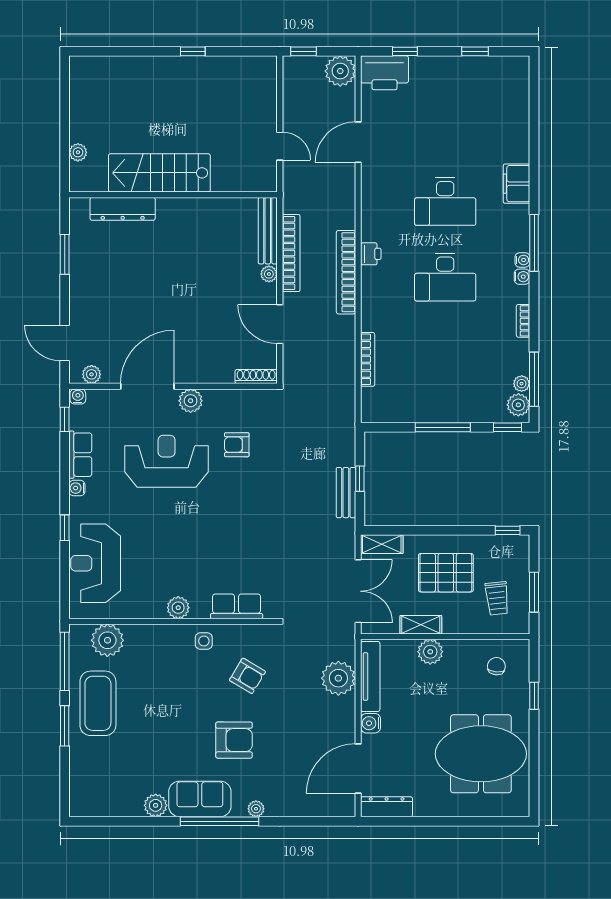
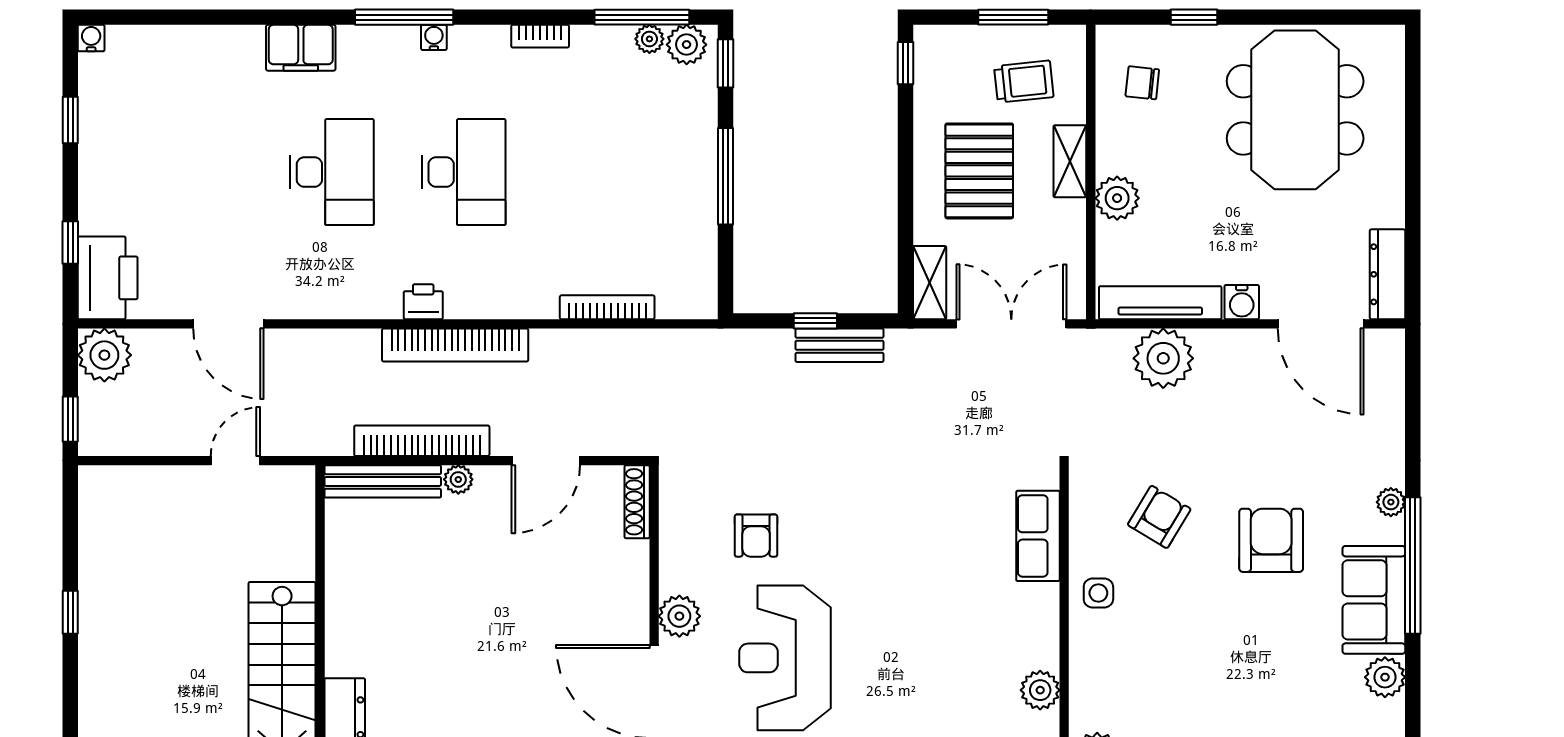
water cooler: (522, 277) -> (91, 38), moved
plant: (178, 608) -> (1040, 690), moved
shelving: (421, 625) -> (1070, 161), moved

